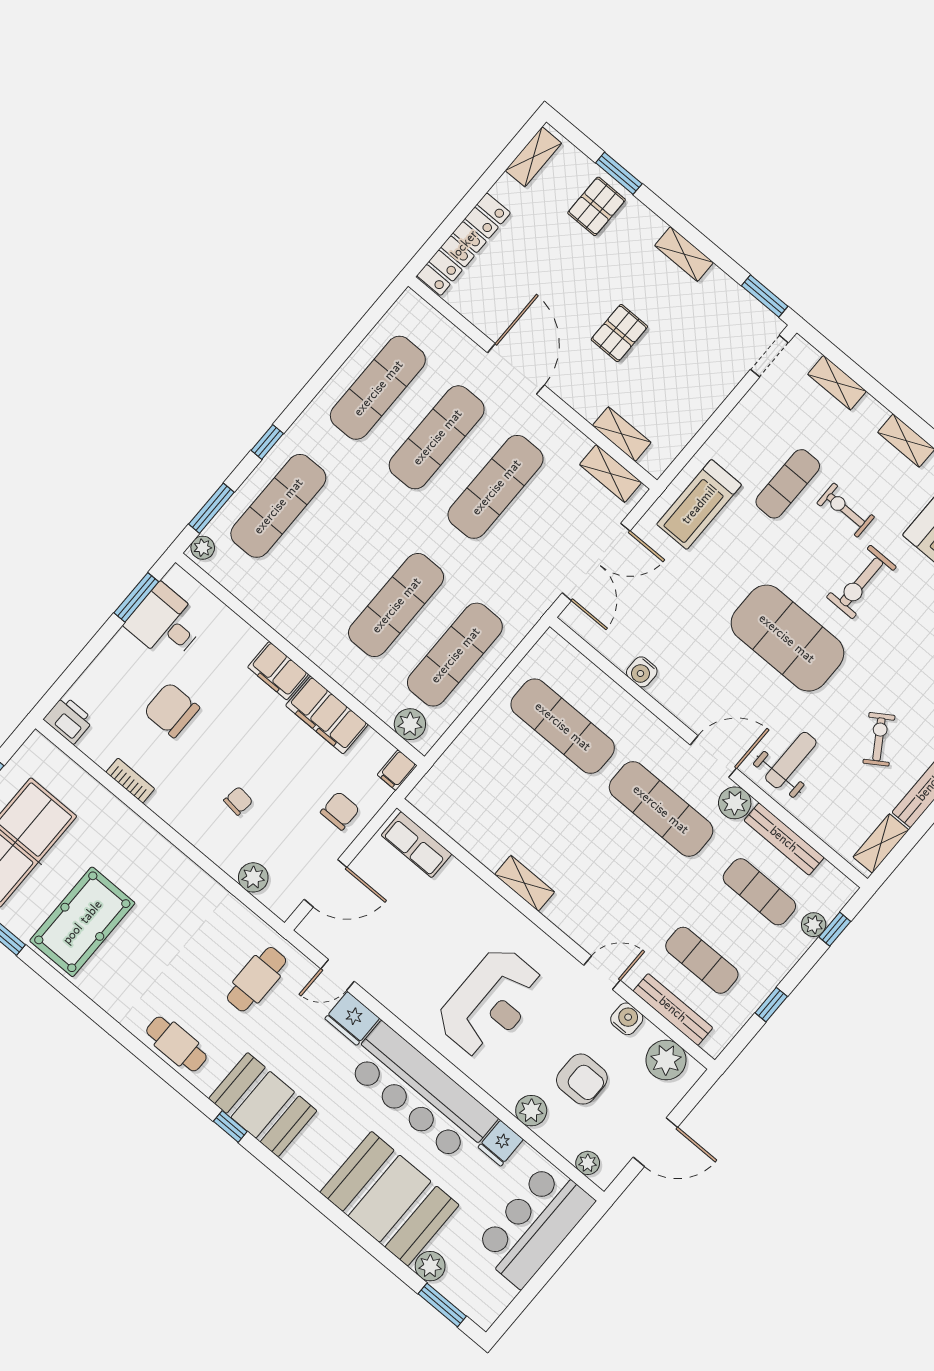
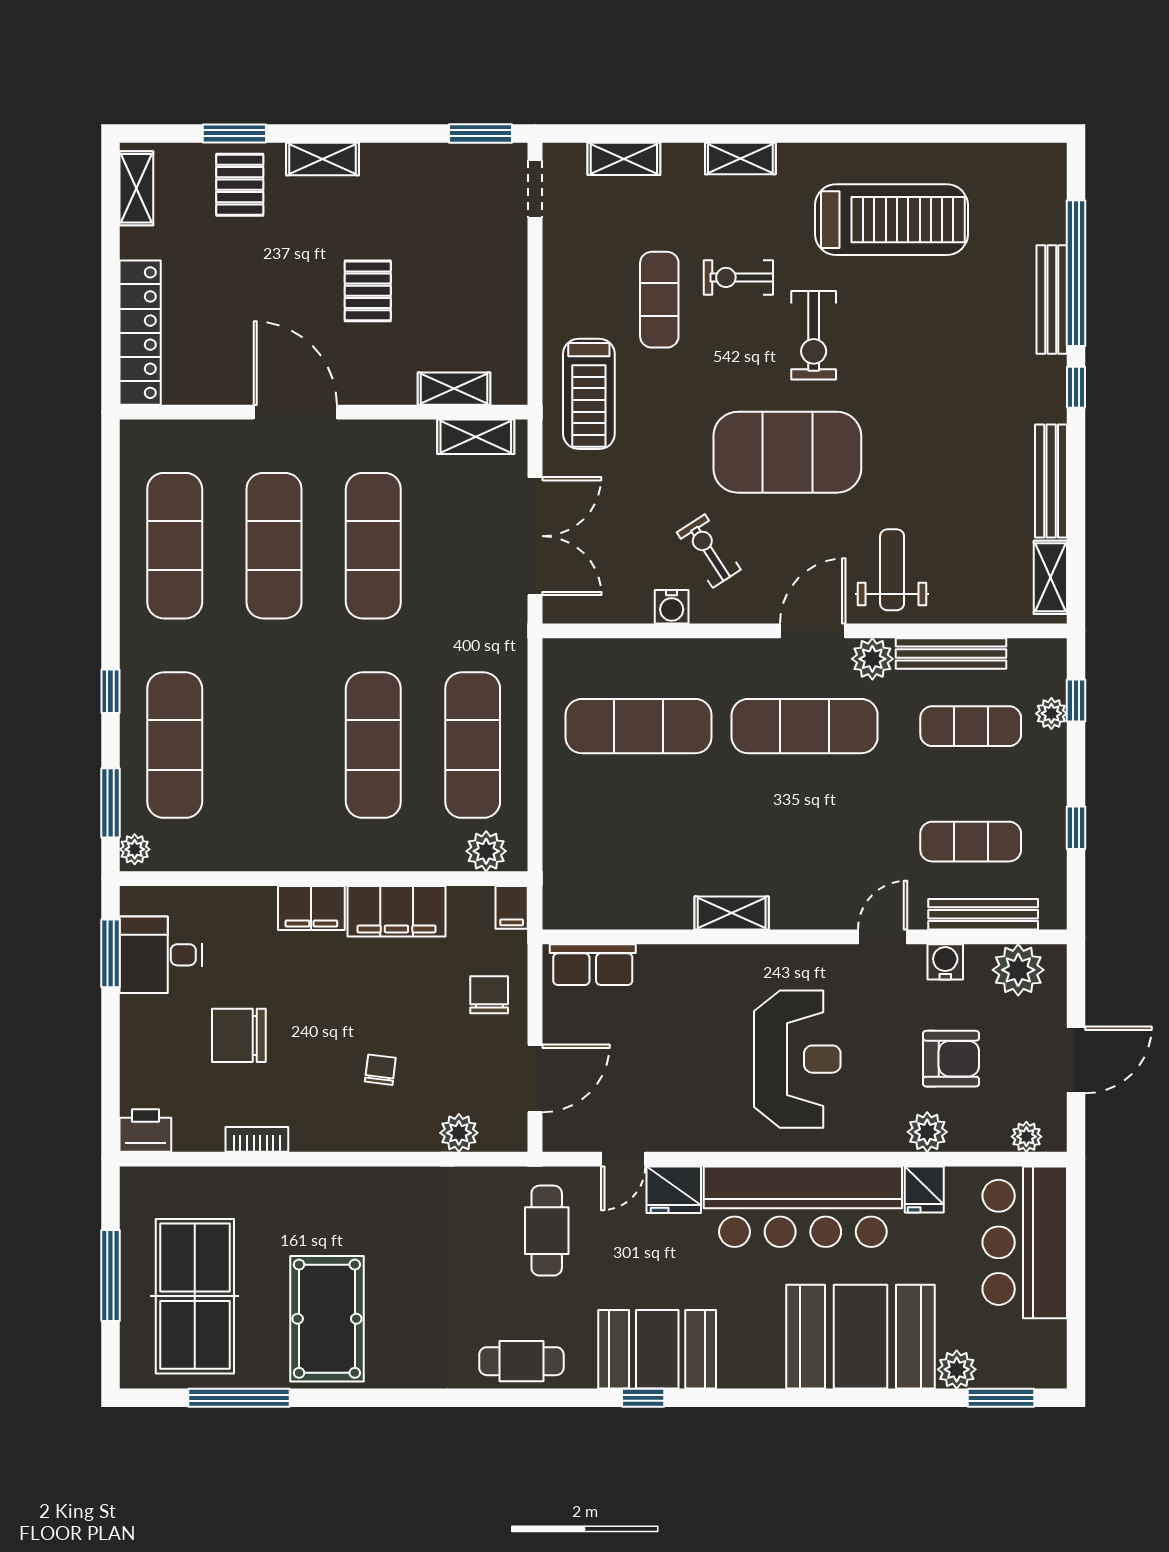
shelving: (684, 254) -> (322, 159), moved
exercise bike: (879, 739) -> (709, 551), moved

